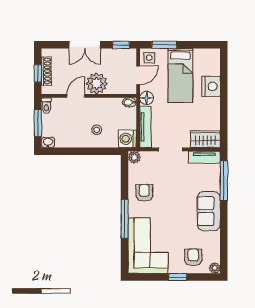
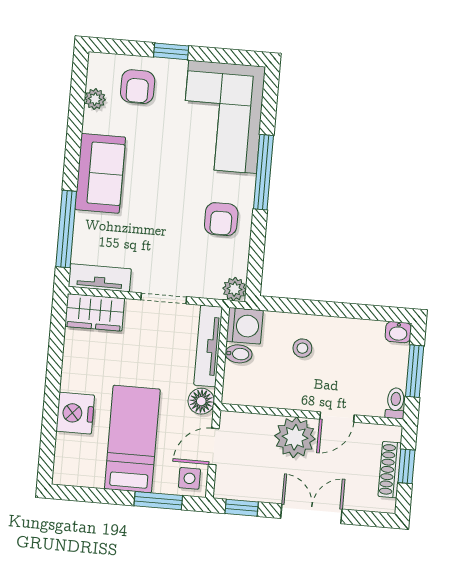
bidet: (129, 102) -> (239, 354), moved
plant: (215, 268) -> (95, 99), moved

